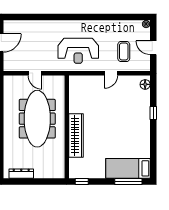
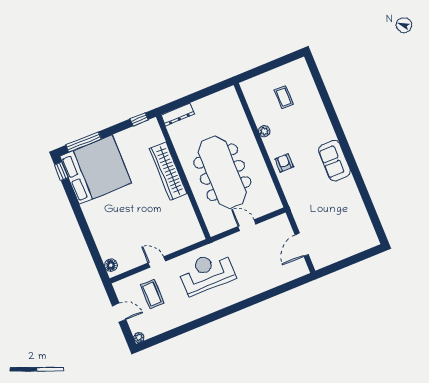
door: (111, 73) -> (157, 262), hinge flipped
window: (153, 113) -> (61, 171), moved
bed: (128, 168) -> (96, 170), width x2.04
dresser: (21, 174) -> (178, 115), moved

